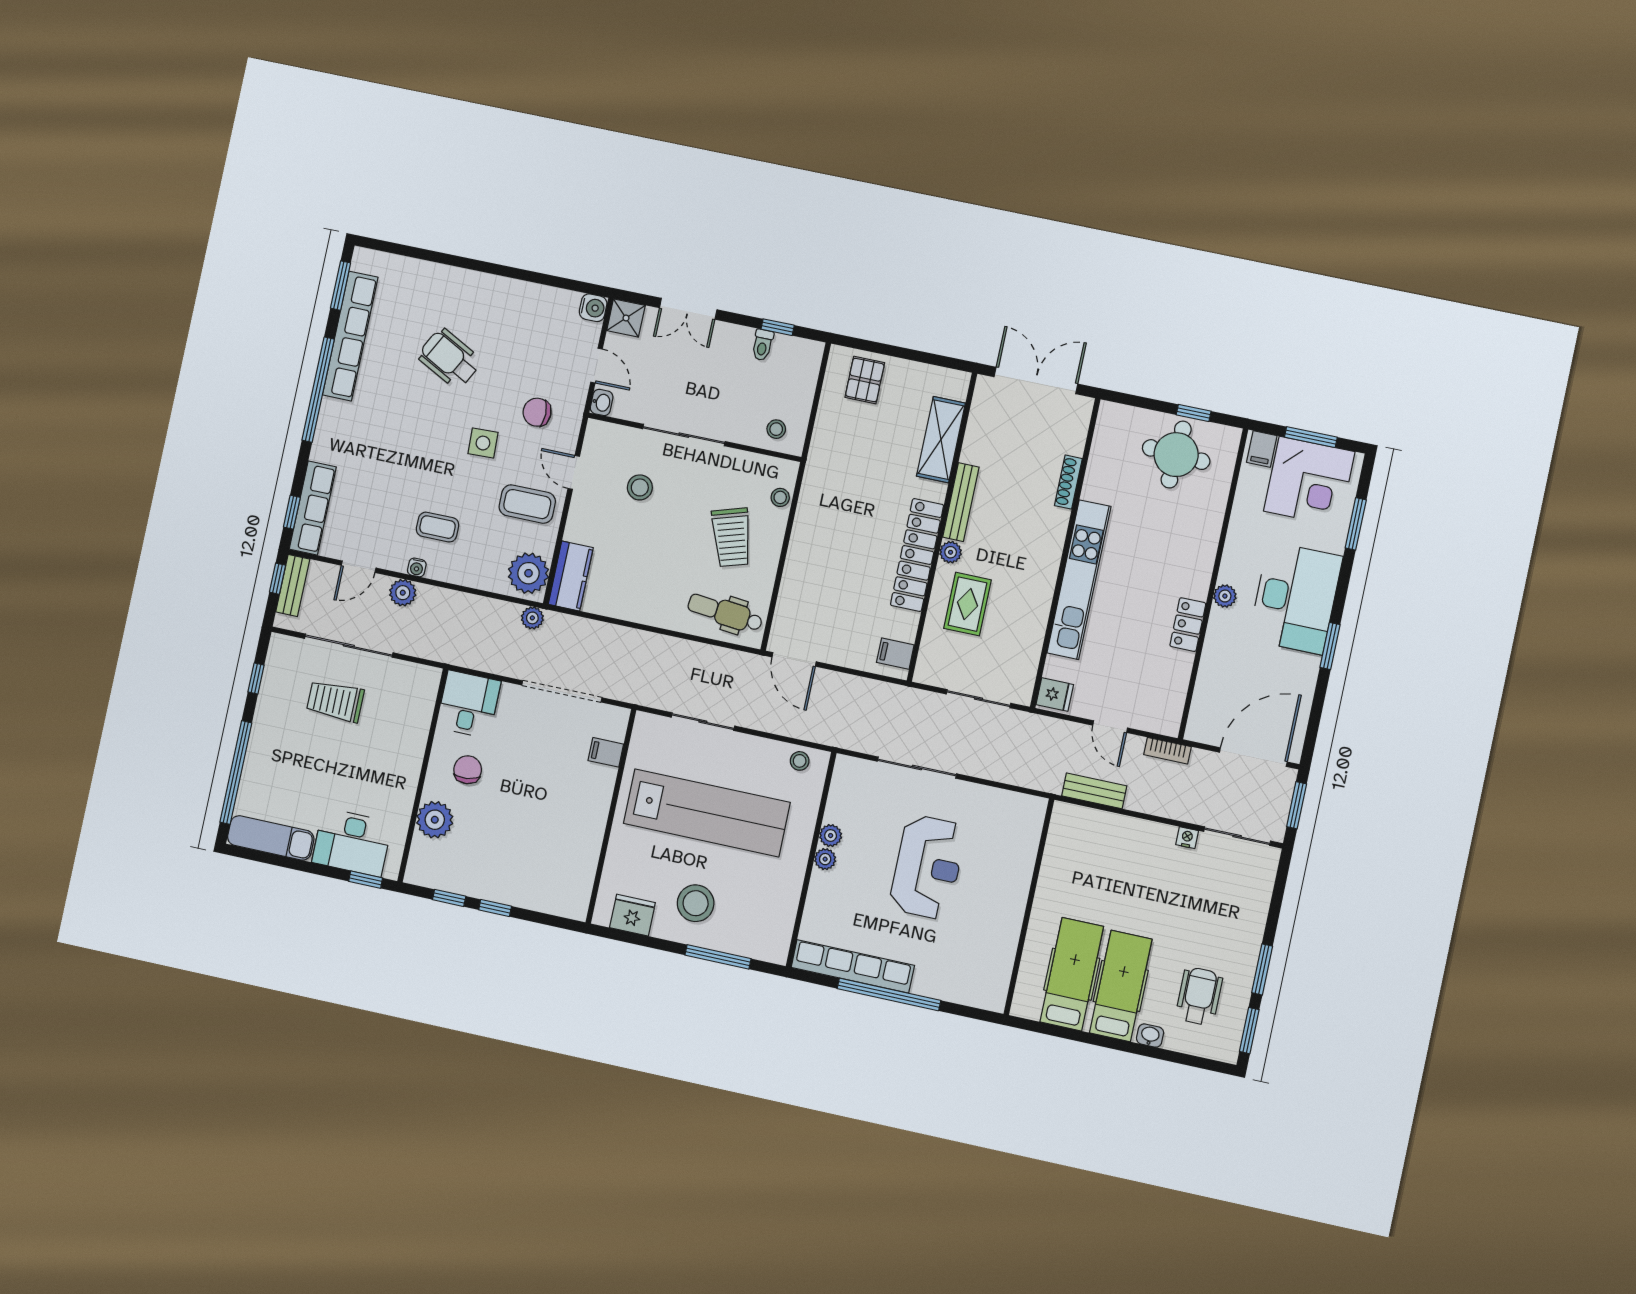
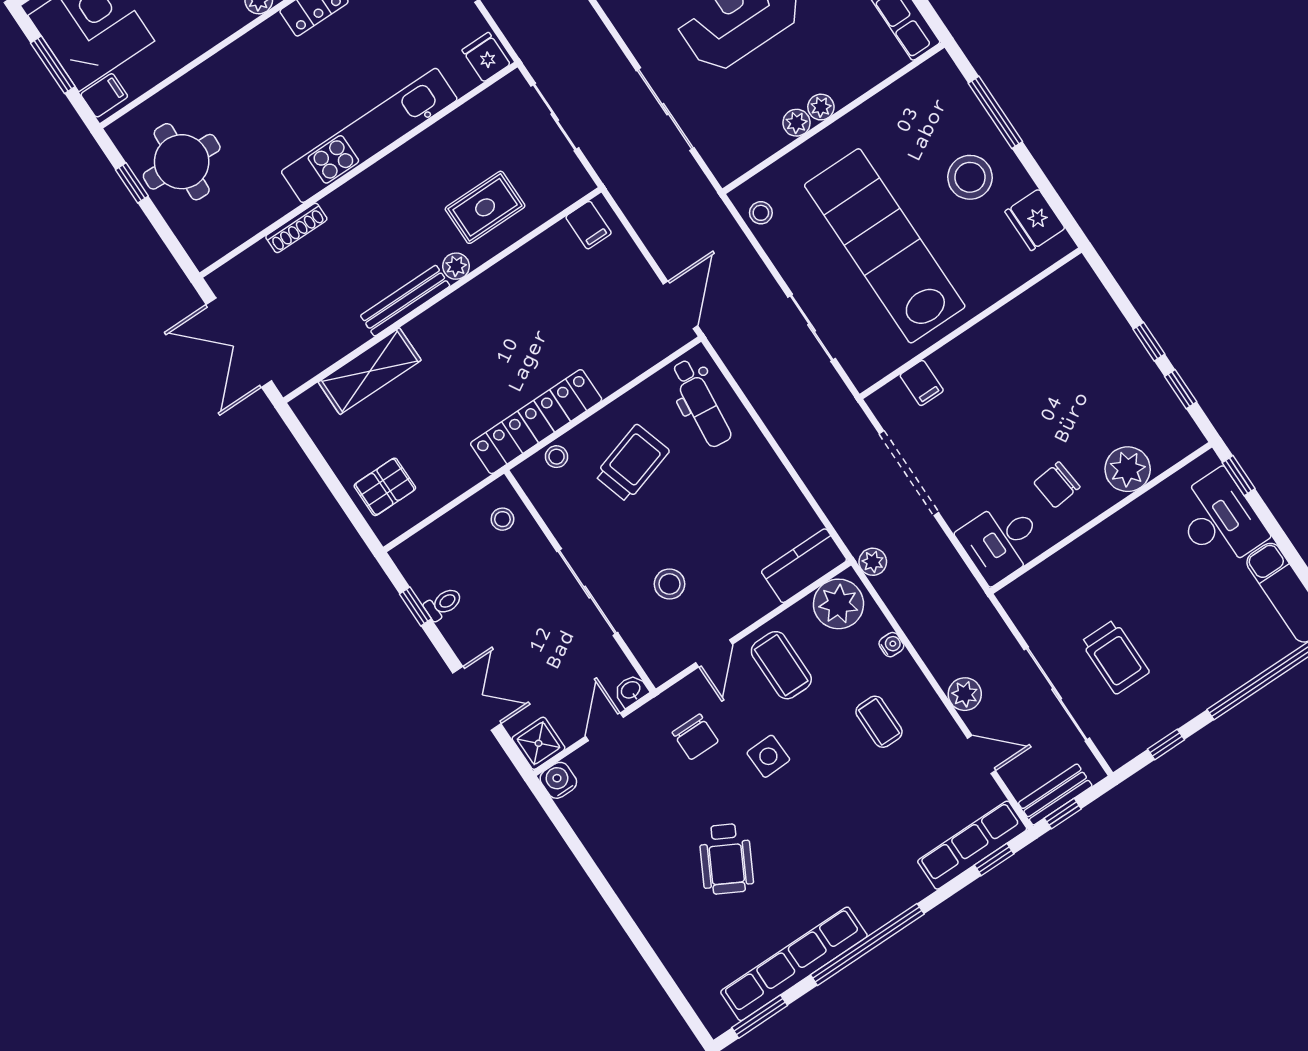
locker: (917, 555) -> (536, 422), moved, turned 180
water cooler: (417, 567) -> (891, 645), moved

